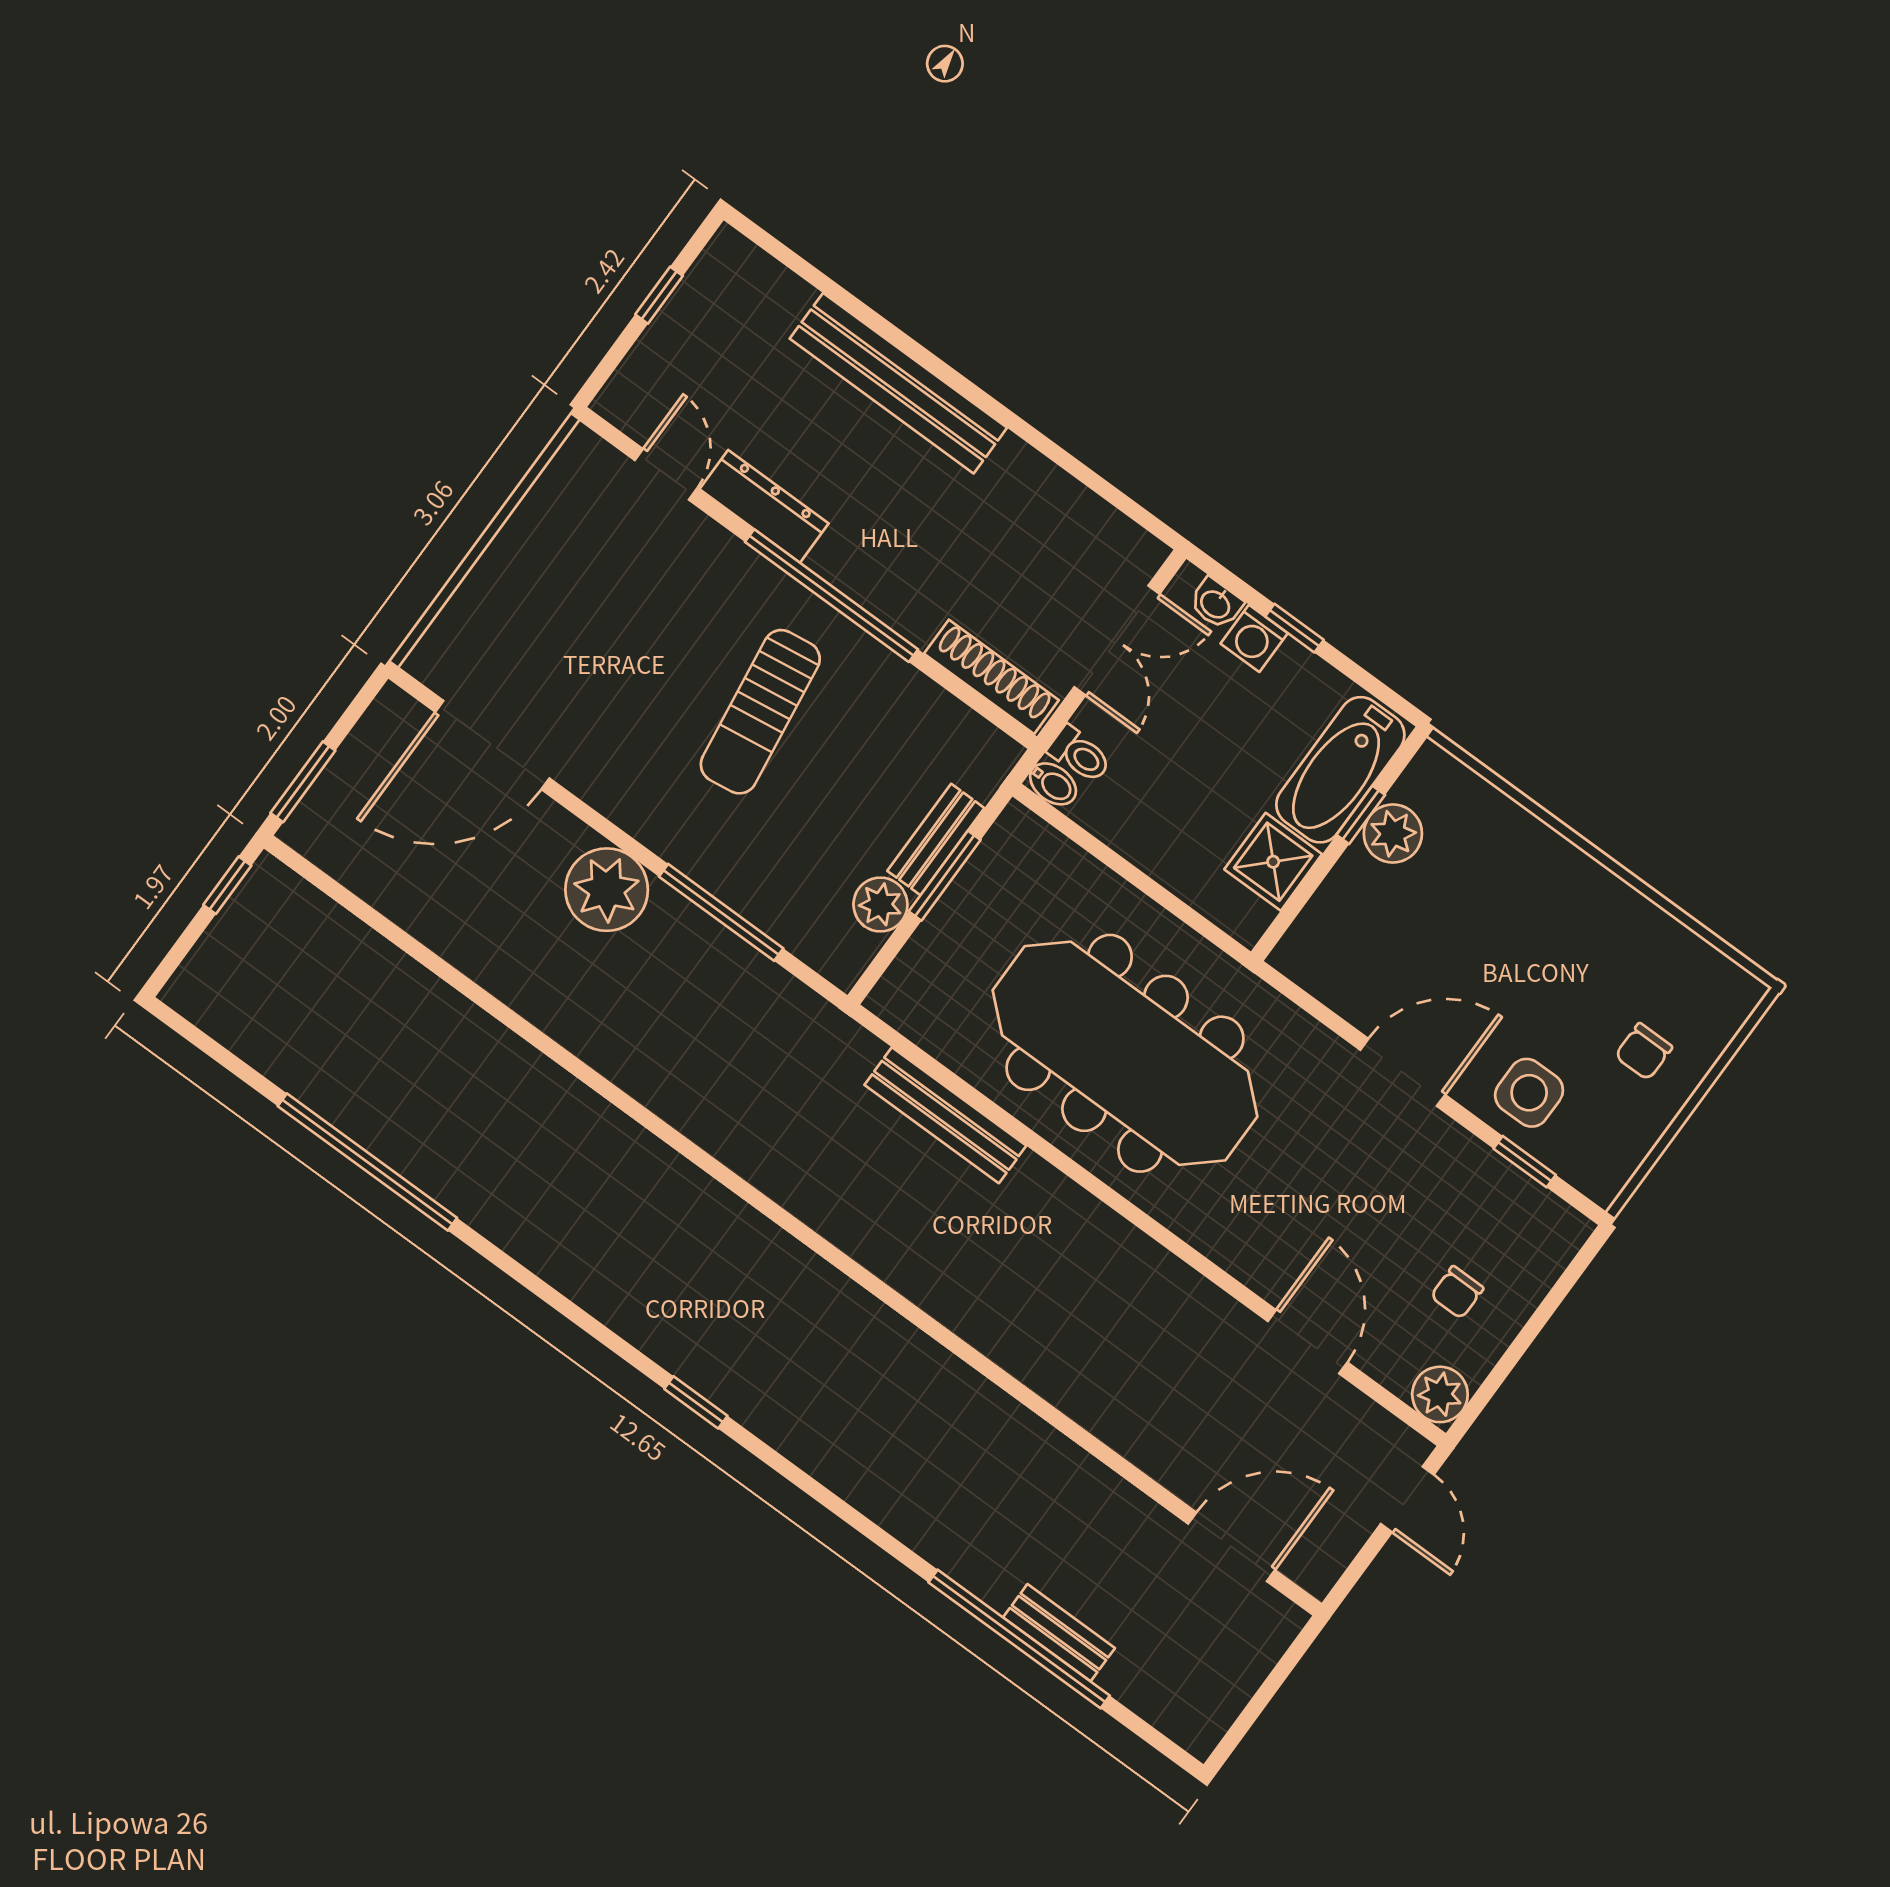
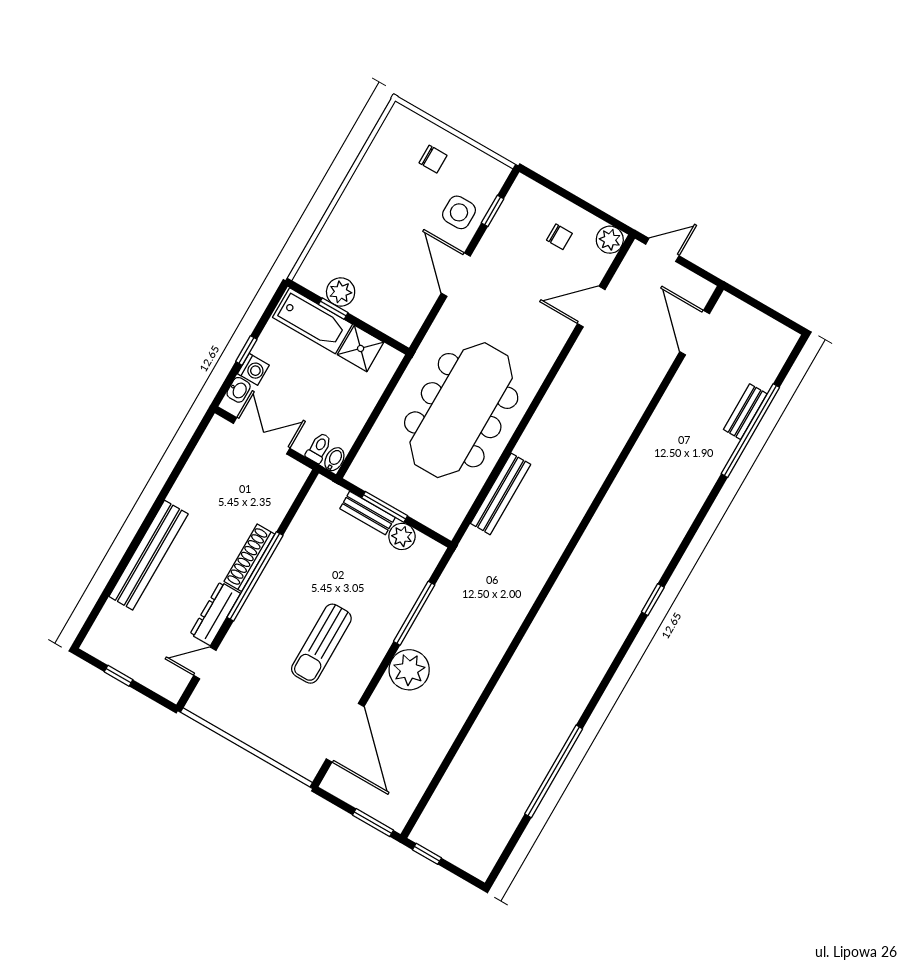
shoe rack: (991, 677) -> (249, 558), moved
sun lounger: (760, 712) -> (321, 644), moved, turned 98

